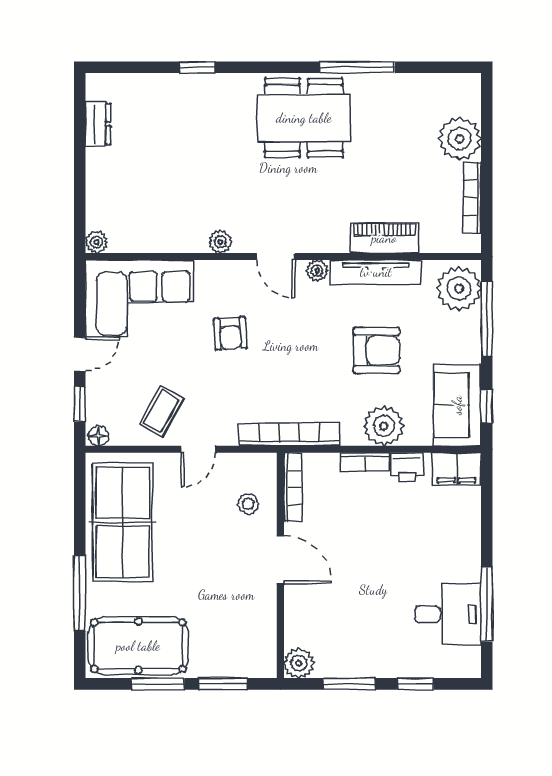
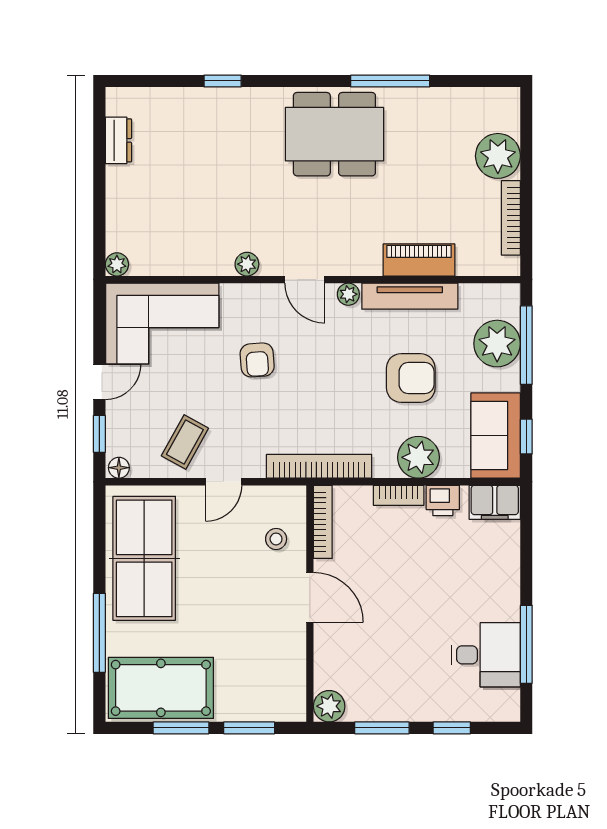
plant: (459, 289) -> (497, 344), moved

